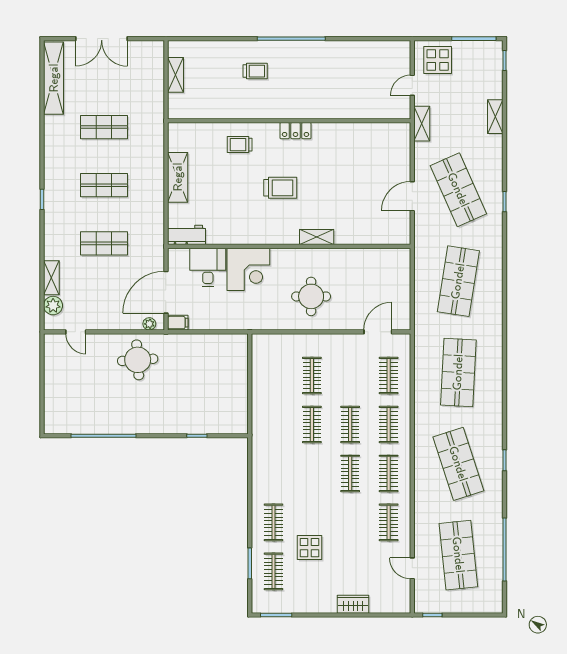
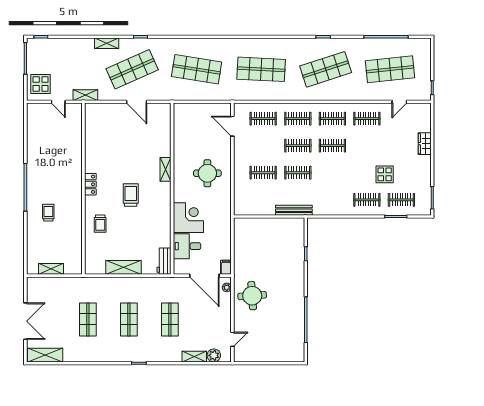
shelving: (54, 78) -> (45, 355), width x0.68
shelving: (495, 117) -> (107, 43), moved
bench: (259, 419) -> (294, 210), added

